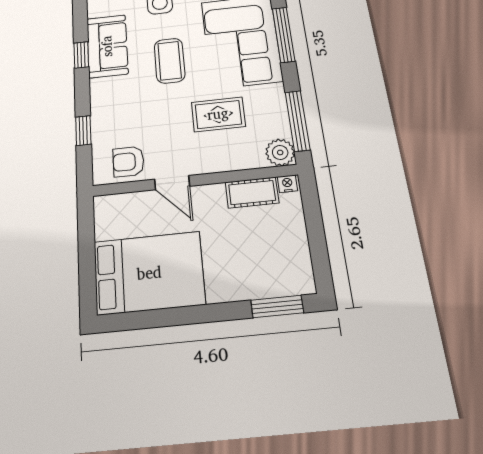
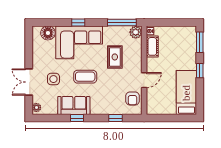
window: (284, 35) -> (78, 23), width x0.46
bed: (149, 273) -> (186, 93), width x0.67
window: (206, 313) -> (200, 71), added

